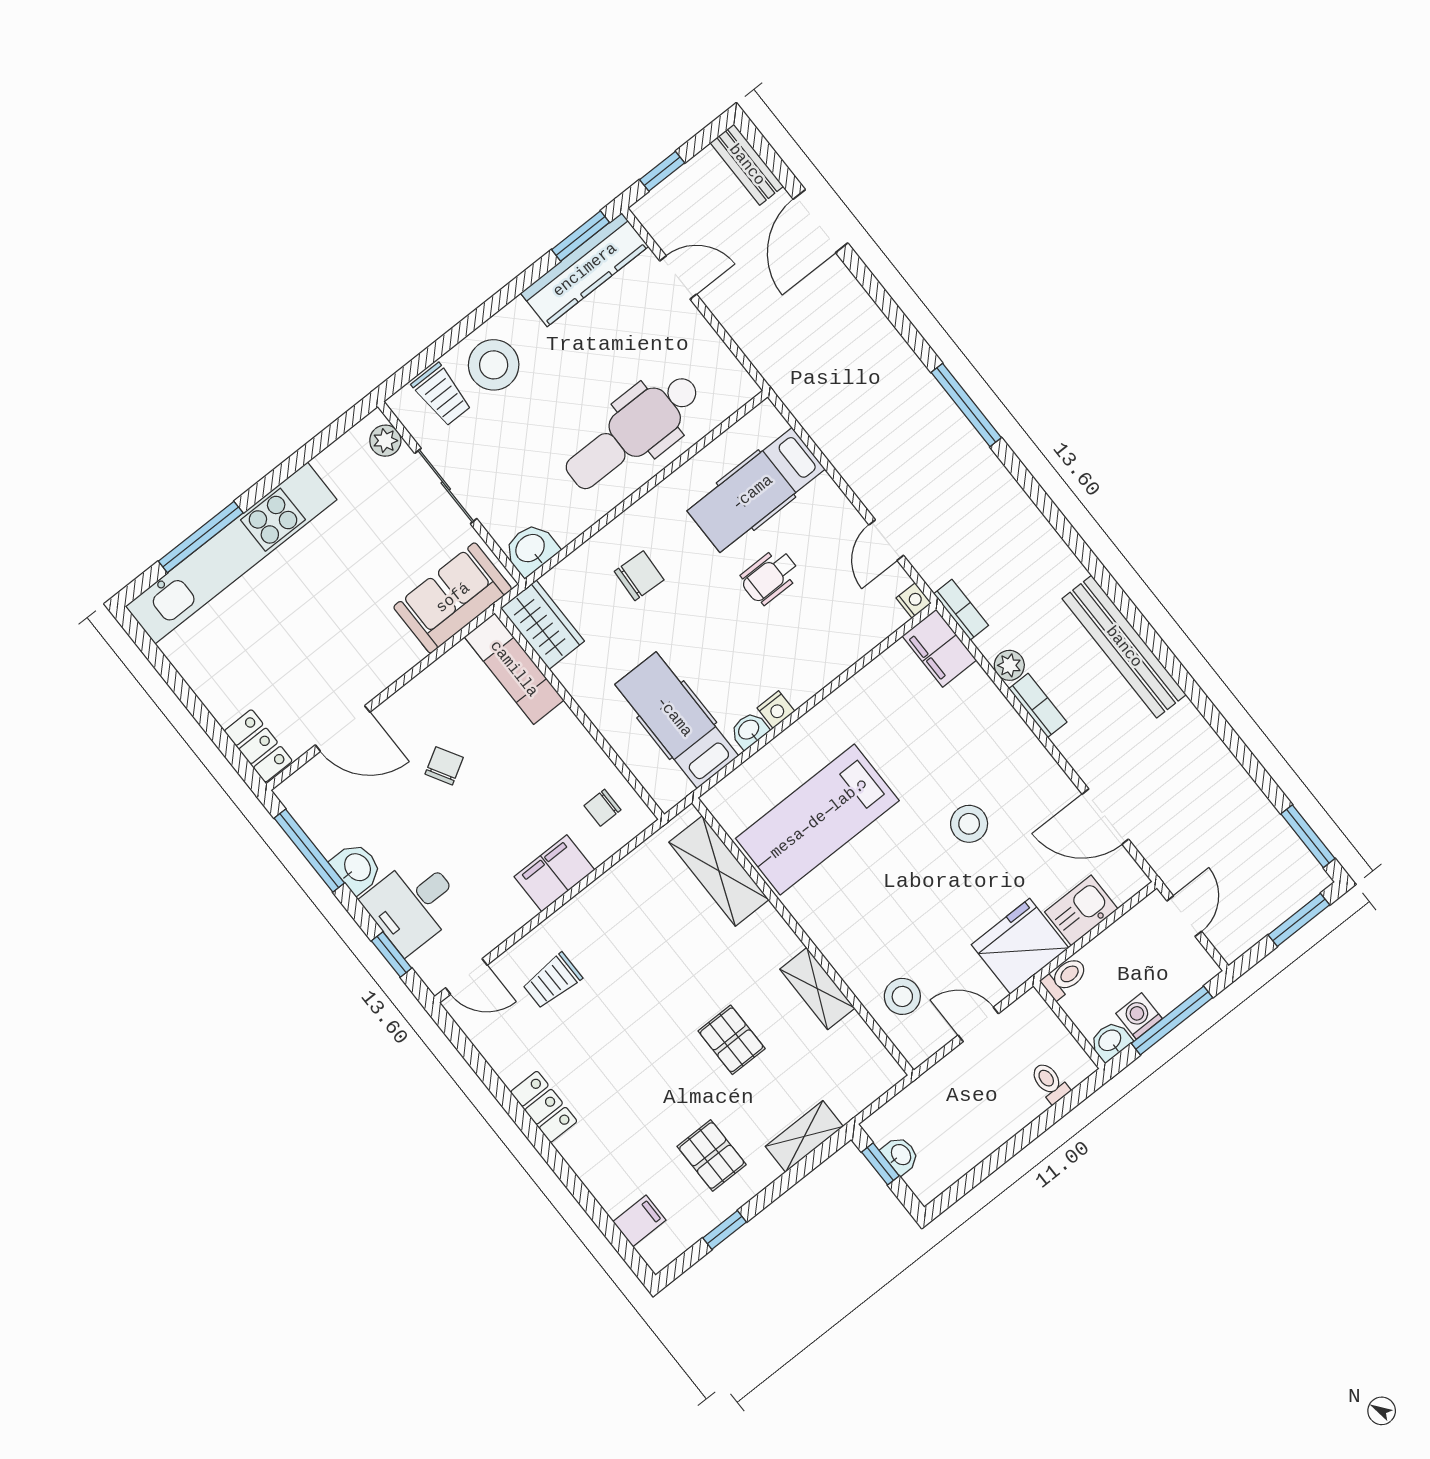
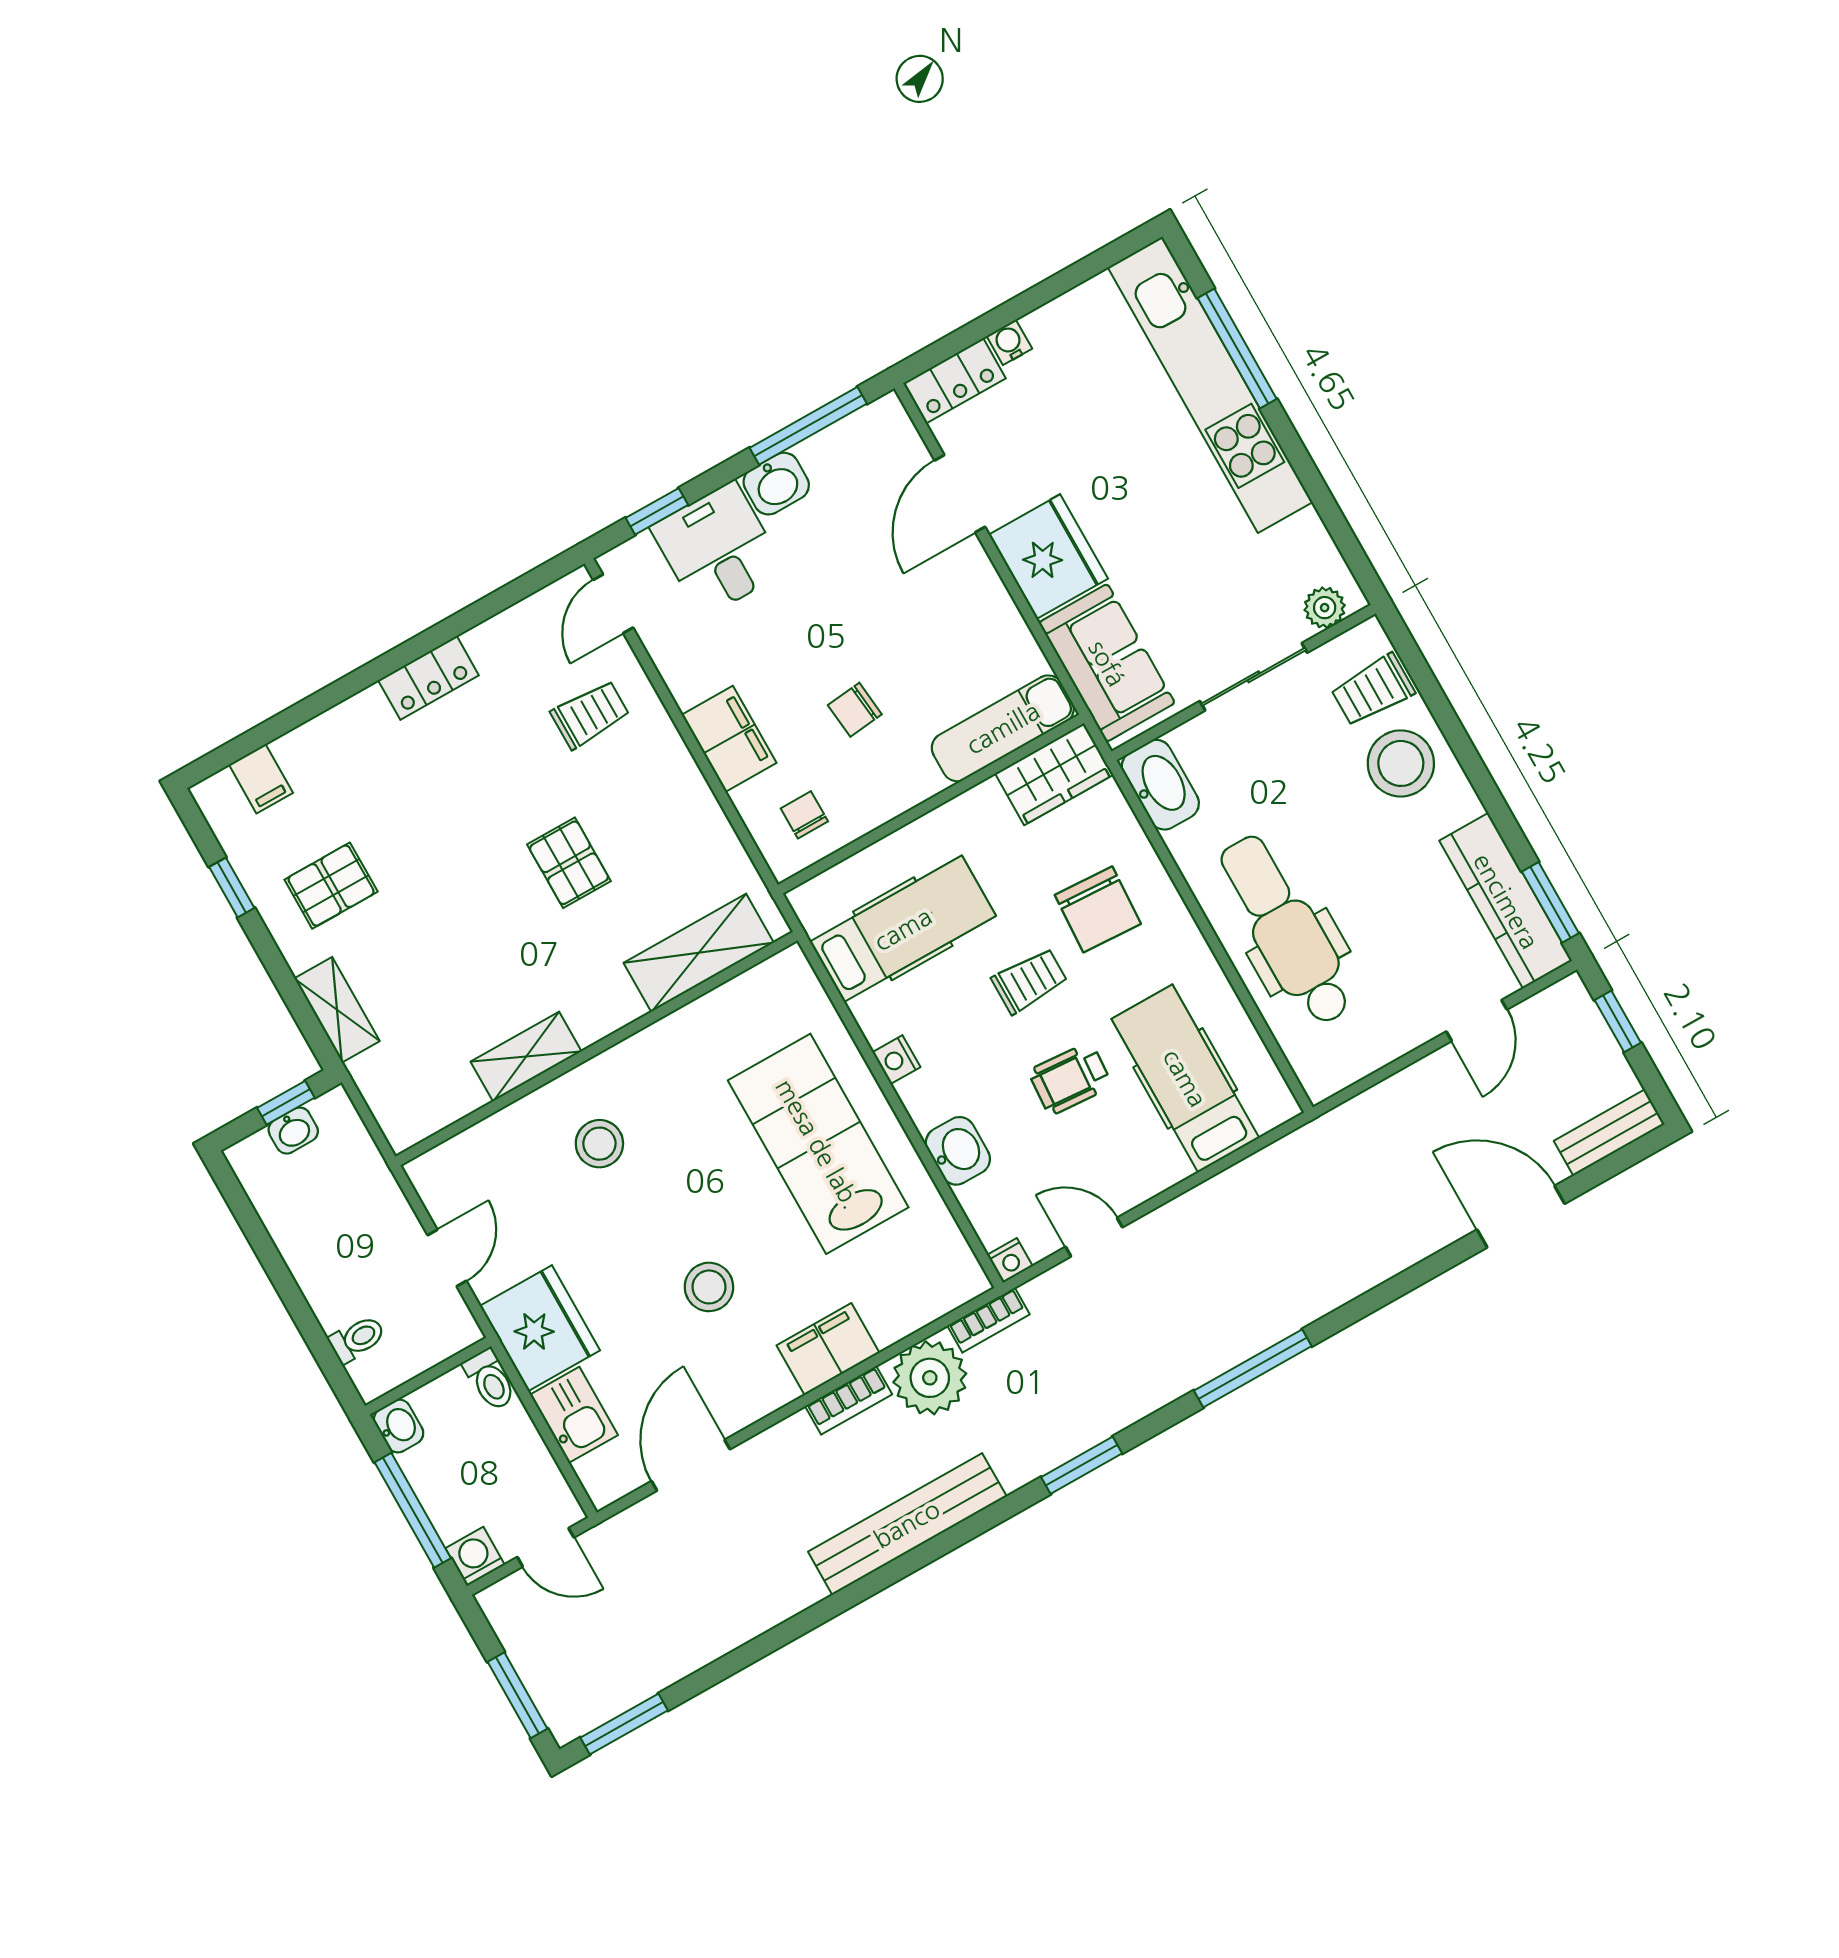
window: (1059, 522) -> (1082, 1465), added
washbasin: (531, 549) -> (1160, 785), width x1.38
chair: (639, 576) -> (1098, 909), width x1.37, depth x1.37
wheelchair: (770, 577) -> (1070, 1079), turned -86
trolley: (701, 619) -> (1030, 981), added
filing cabinet: (939, 648) -> (828, 1349), moved
fridge: (380, 655) -> (1048, 557), added
plant: (1009, 665) -> (930, 1378), width x1.88, depth x1.88
water cooler: (223, 709) -> (1009, 342), added
washbasin: (749, 730) -> (958, 1151), moved, width x1.38, depth x1.45
chair: (444, 766) -> (855, 710), moved, turned 114
lab bench: (817, 820) -> (818, 1144), moved
trolley: (552, 981) -> (590, 714), turned 90
stool: (902, 996) -> (599, 1144), moved
washing machine: (1139, 1016) -> (475, 1556), moved, turned -90
pallet: (732, 1040) -> (569, 863), moved, turned 90

